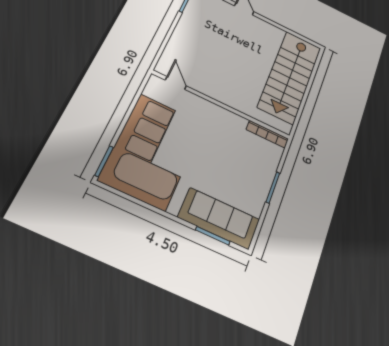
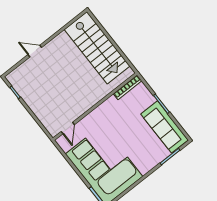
door: (176, 83) -> (68, 128), swing flipped
sofa: (219, 218) -> (165, 127), moved, turned -90

